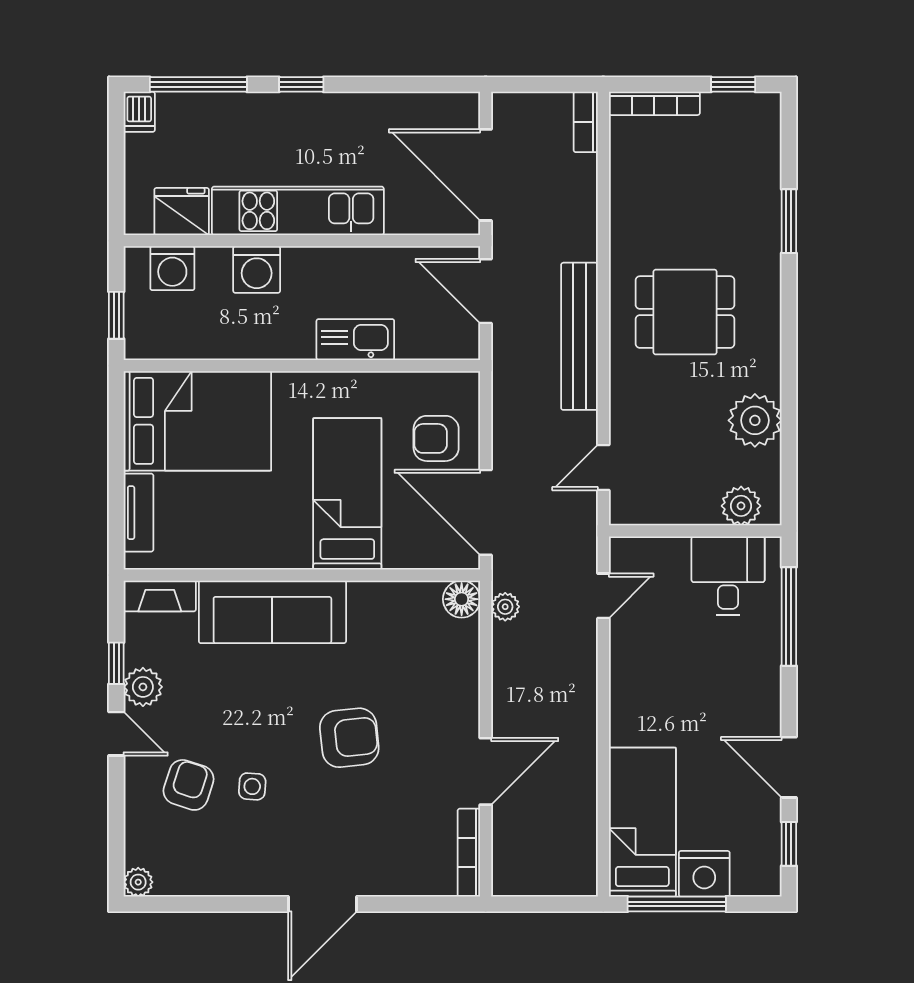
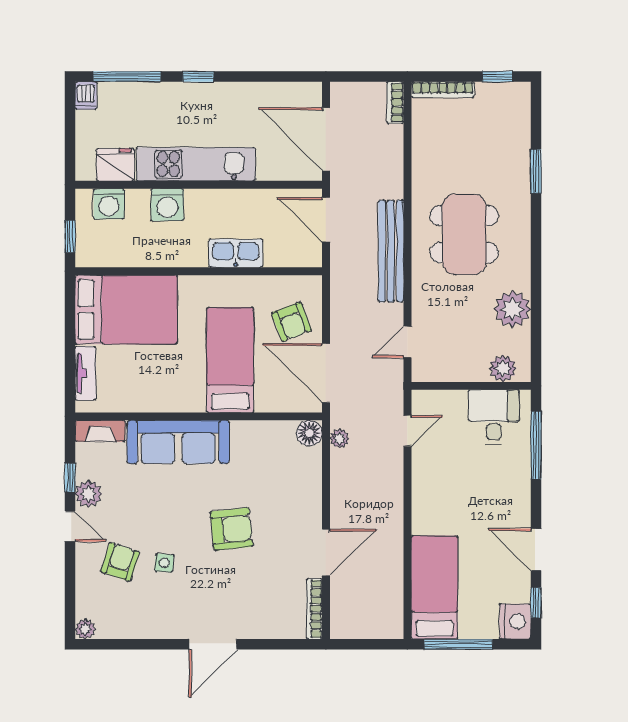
dining table: (685, 312) -> (464, 234), width x1.38
armchair: (436, 438) -> (292, 322), turned -111
nightstand: (704, 874) -> (515, 621), moved, turned -90

